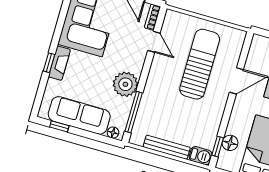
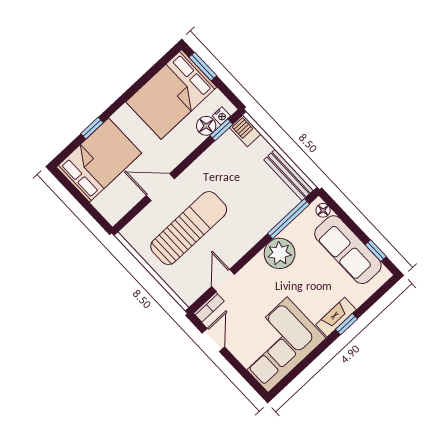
sun lounger: (200, 64) -> (189, 228), turned 180
bench: (167, 147) -> (289, 175), moved
nightstand: (224, 156) -> (221, 116), added

